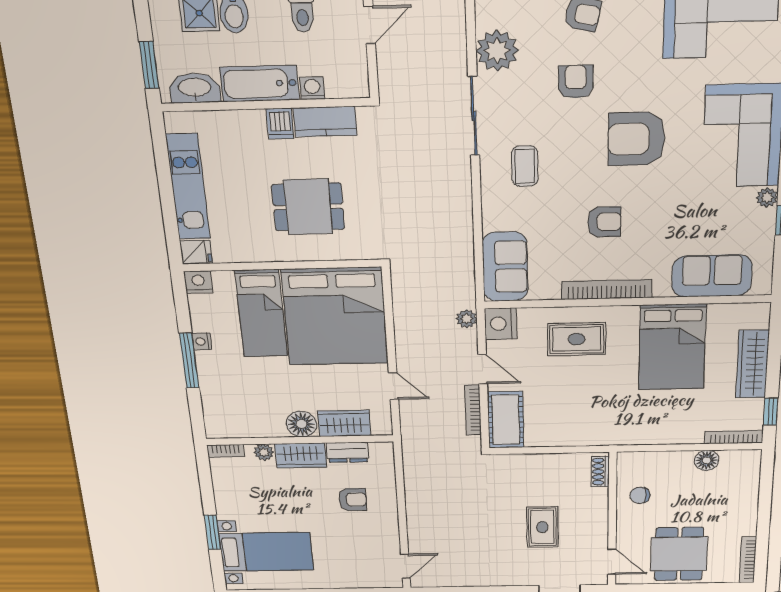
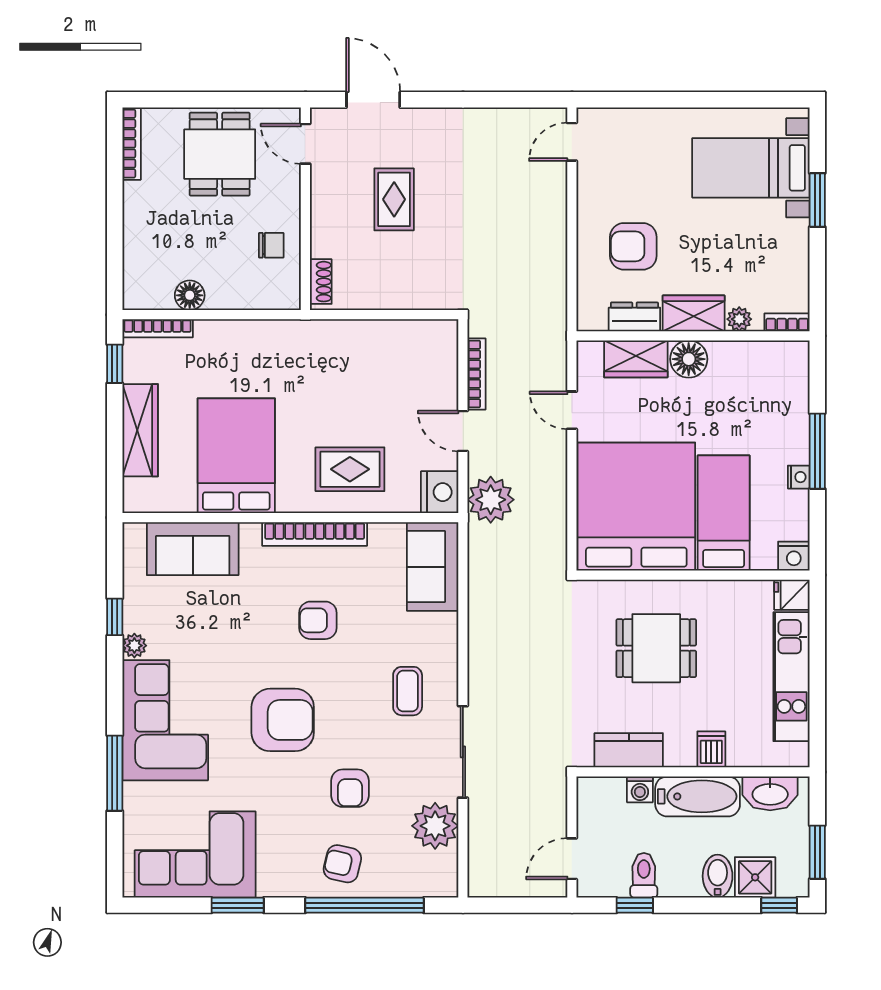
window: (149, 65) -> (817, 852), moved
dishwasher: (280, 124) -> (711, 749), moved
plant: (467, 319) -> (491, 500), width x1.87, depth x1.87
cot: (506, 420) -> (437, 360), removed
armchair: (353, 500) -> (633, 246), width x1.38, depth x1.38

